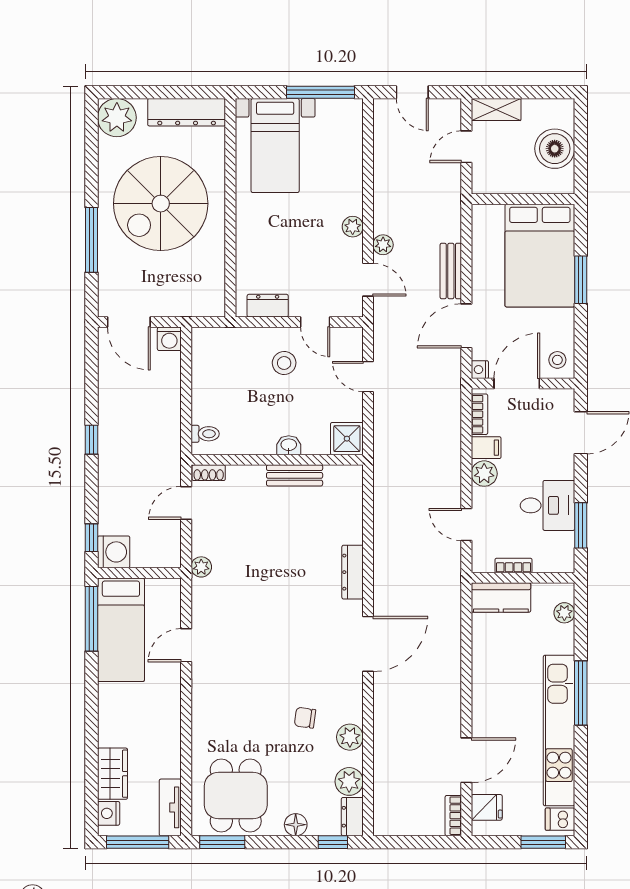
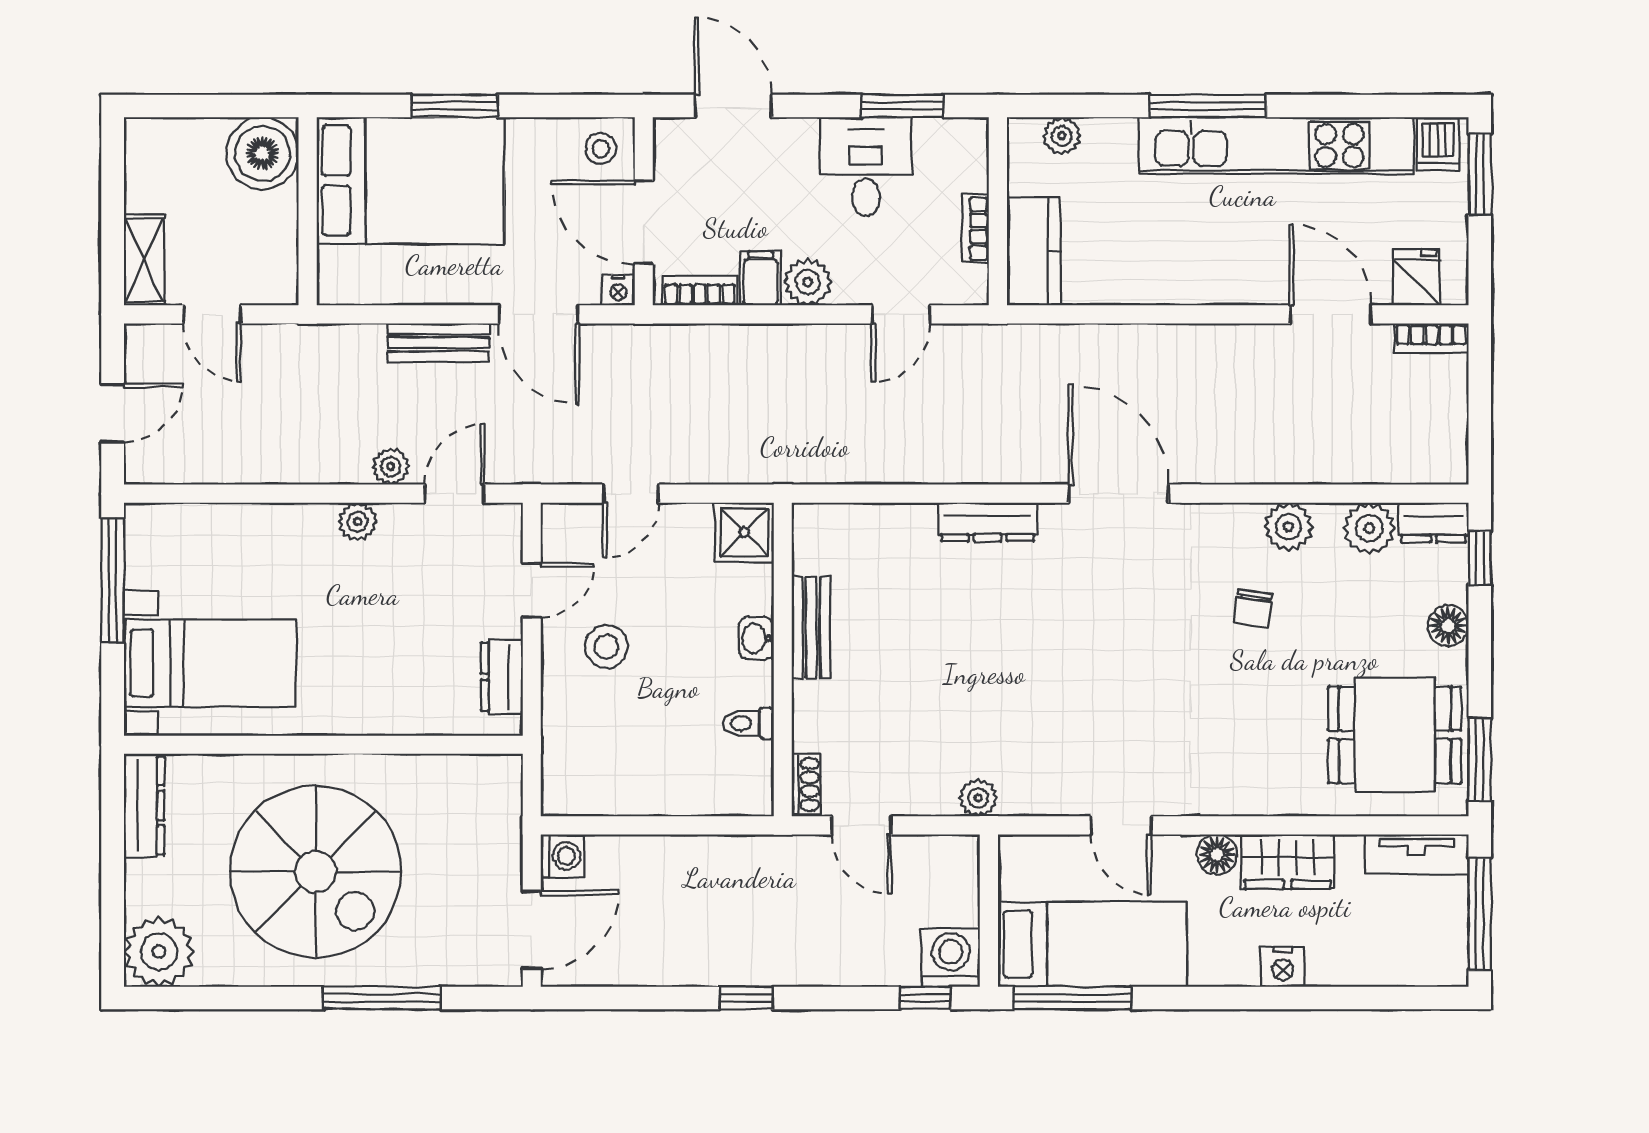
dresser: (187, 112) -> (144, 806), width x0.73, depth x0.80
boiler: (555, 149) -> (262, 153), moved
toilet: (205, 434) -> (748, 723), moved, turned -90
floor lamp: (170, 698) -> (1217, 855), added
wardrobe: (113, 774) -> (1288, 862), moved, turned 180
nightstand: (109, 813) -> (1283, 967), moved

